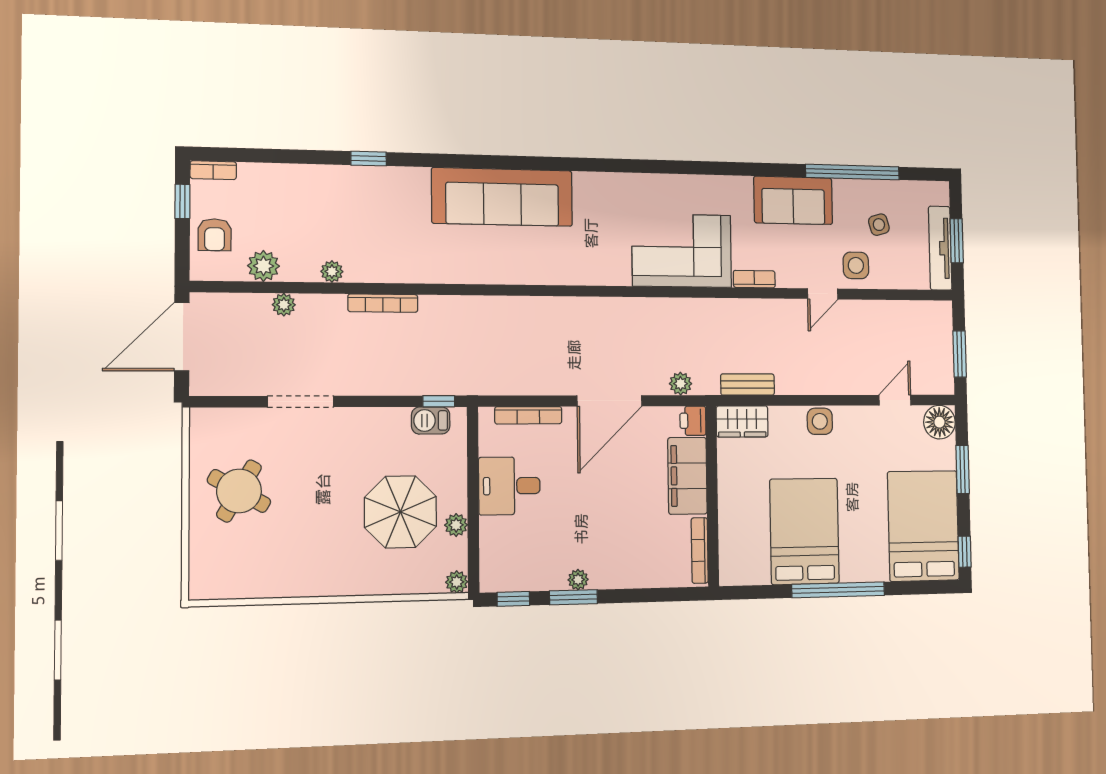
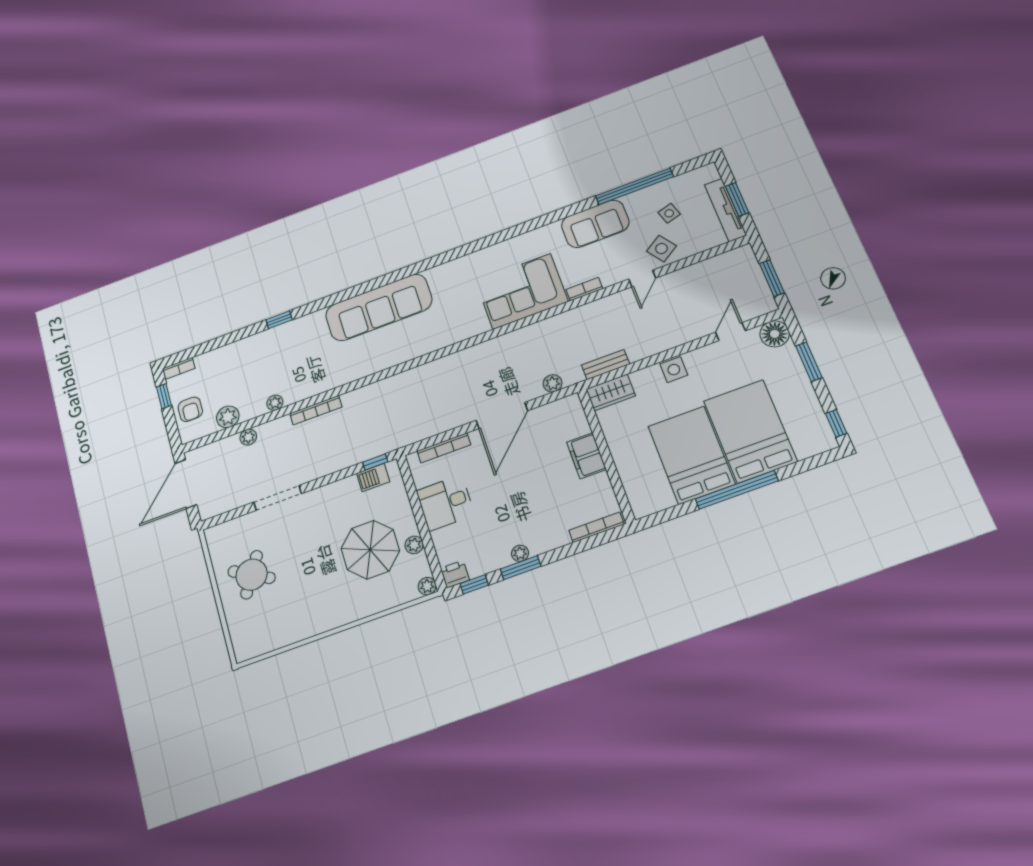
side table: (856, 265) -> (661, 249), turned -34
printer: (693, 421) -> (455, 574), moved, turned 90
filing cabinet: (687, 476) -> (586, 456), width x0.67, depth x0.86
bed: (923, 526) -> (750, 431), moved
bookcase: (700, 550) -> (596, 527), moved, turned 90

